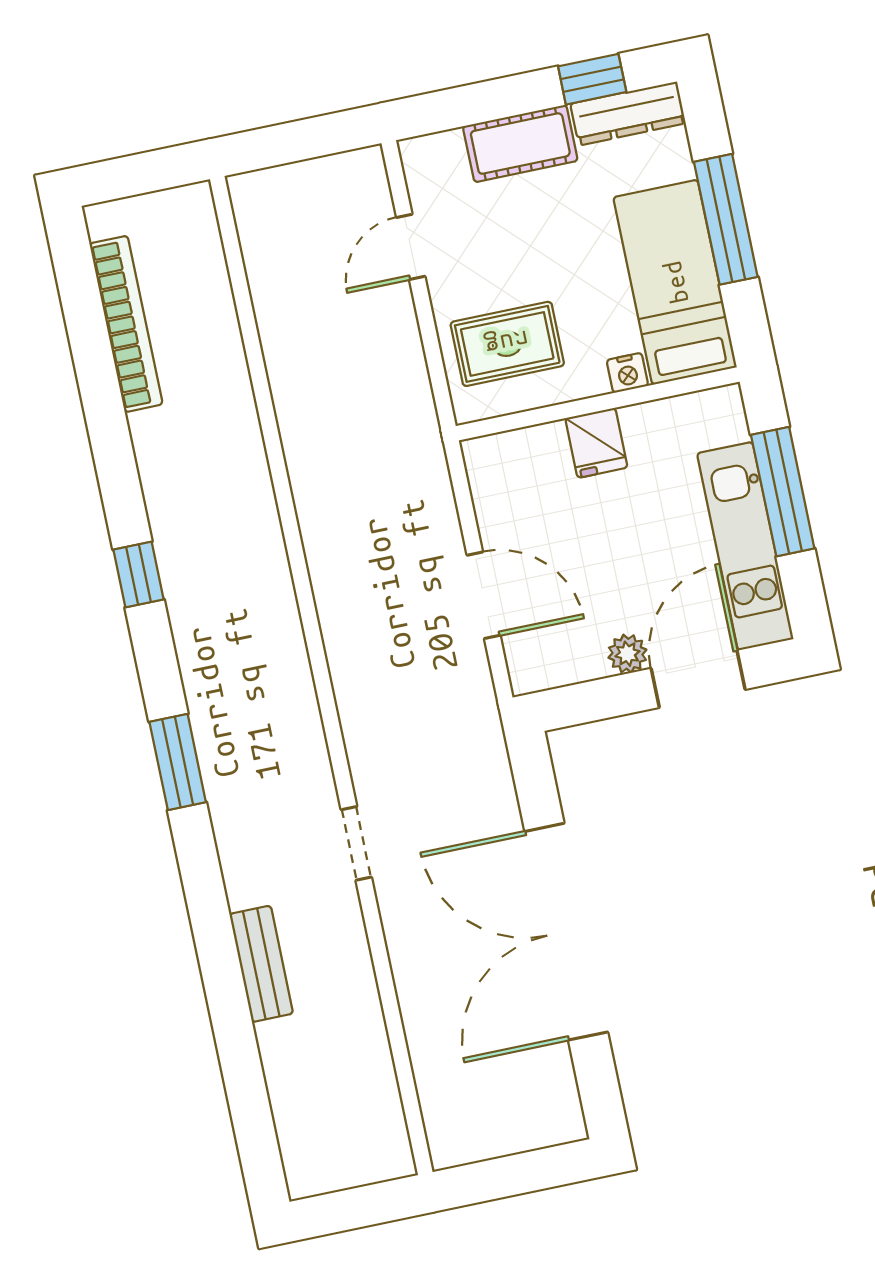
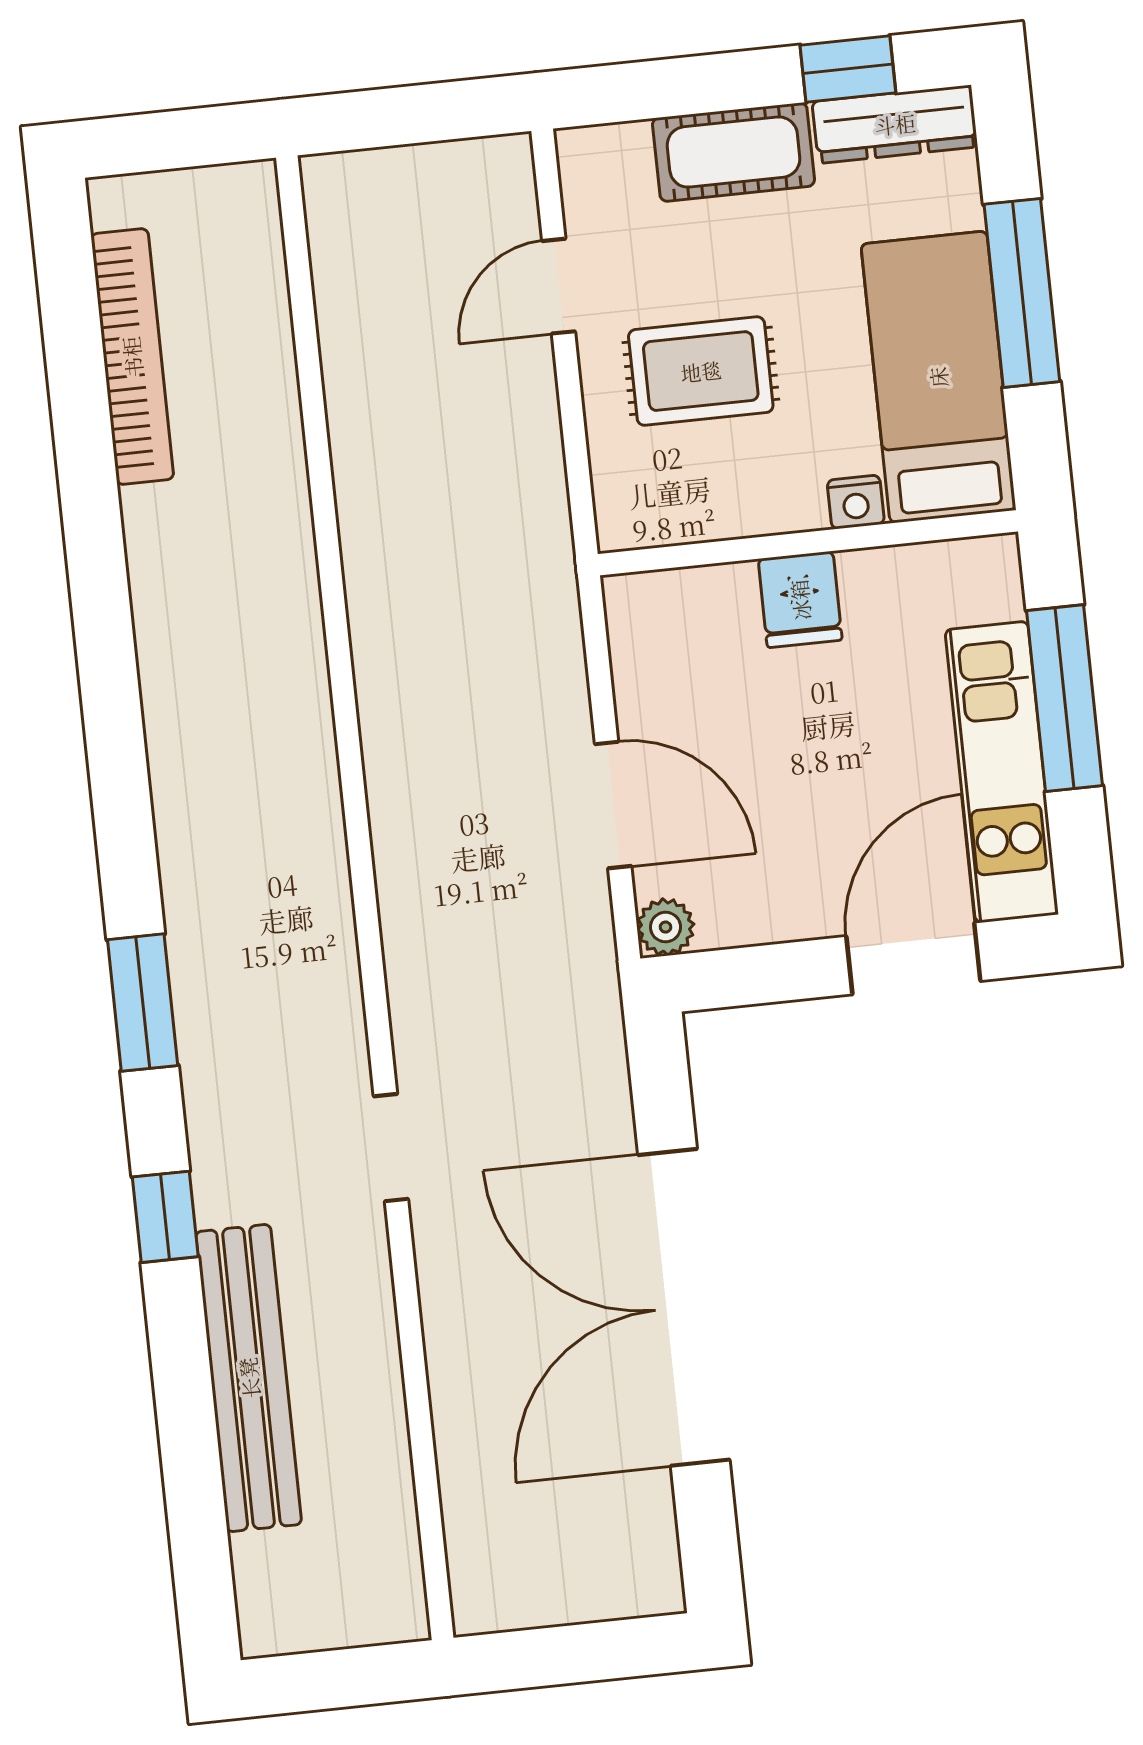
rug: (507, 344) -> (701, 371), moved
window: (138, 574) -> (165, 1217), moved
plant: (627, 654) -> (666, 927), moved
bench: (261, 964) -> (249, 1378), width x1.86, depth x1.21

